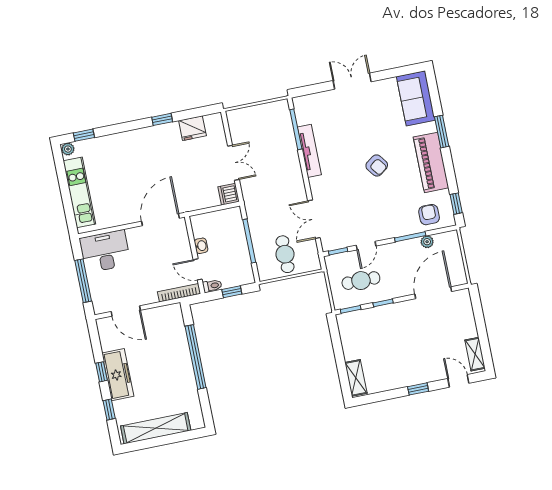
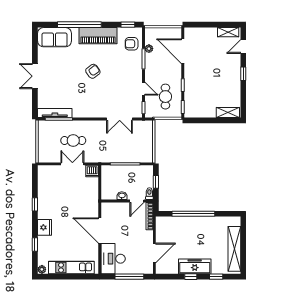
fridge: (192, 128) -> (45, 227), moved
window: (442, 132) -> (79, 25), width x2.11
window: (84, 135) -> (35, 244), moved
tv unit: (309, 151) -> (55, 113), moved
door: (161, 220) -> (100, 230), moved
cafe table: (285, 254) -> (73, 141), moved

